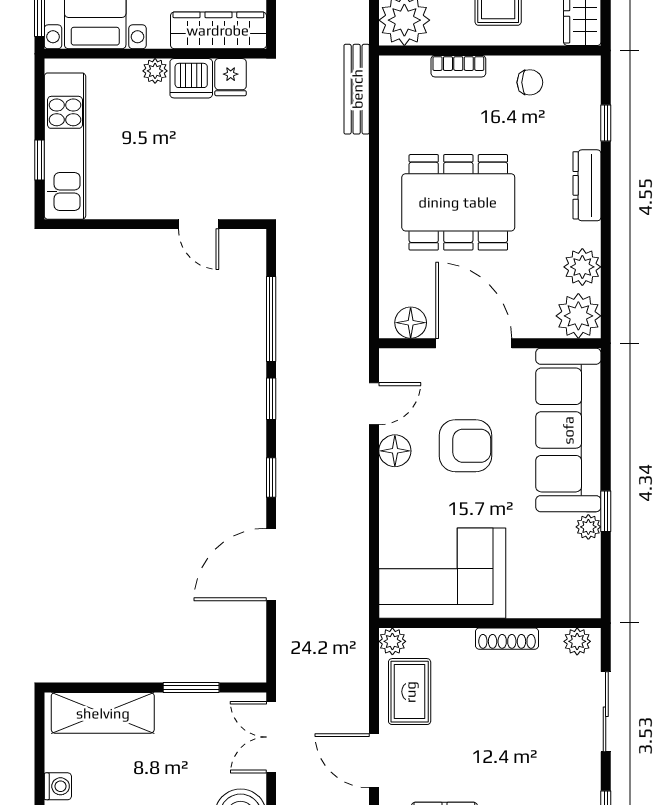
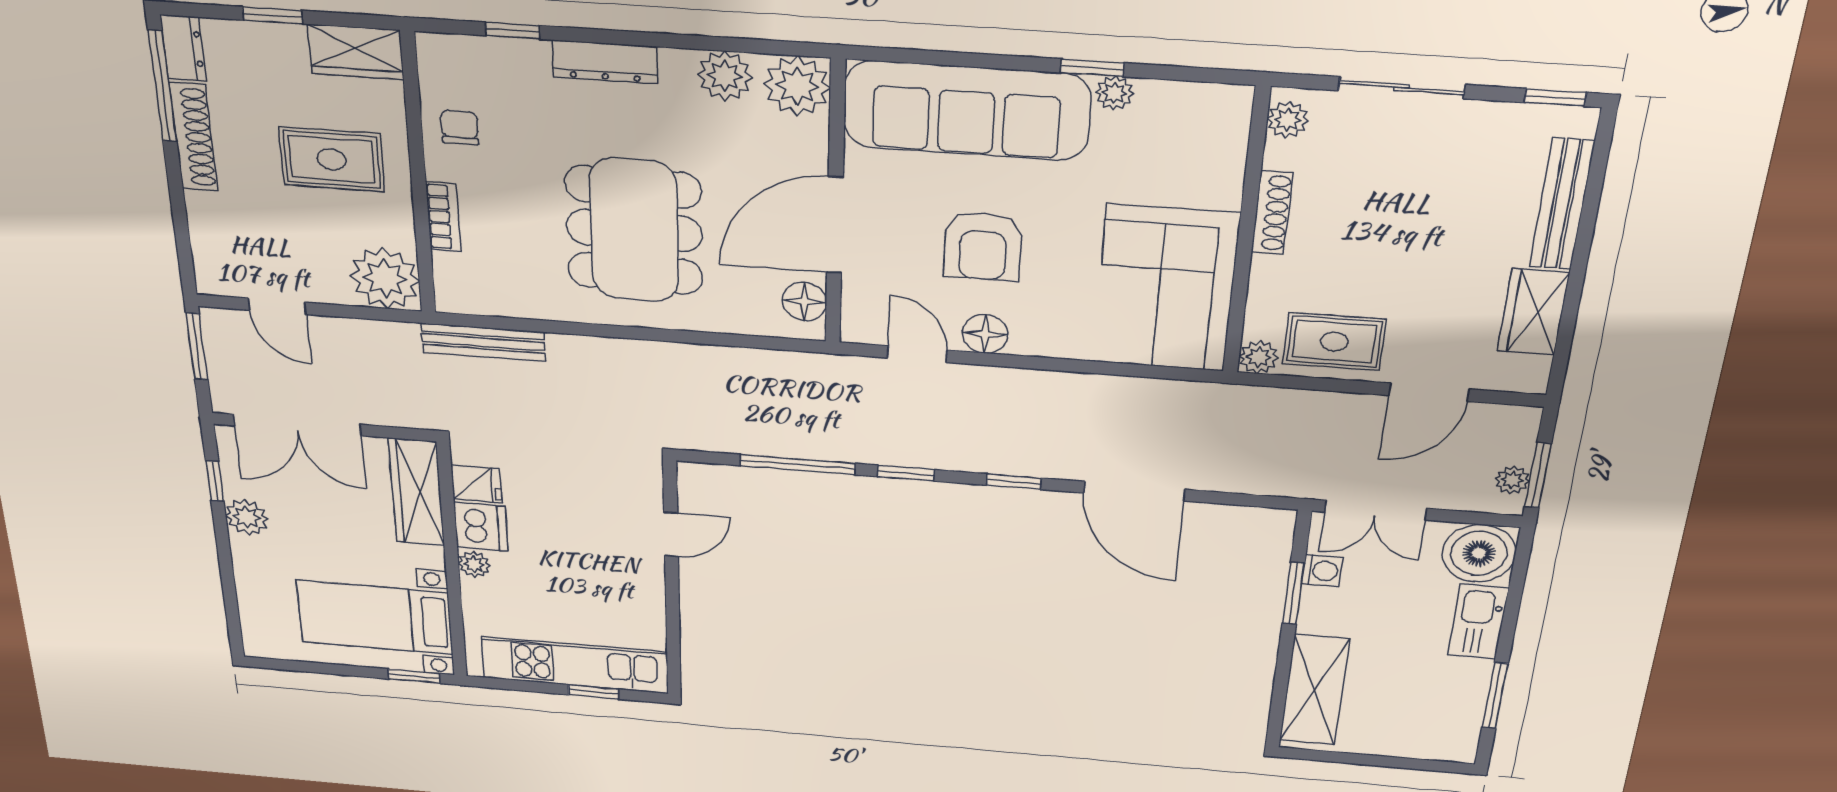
armchair: (466, 446) -> (983, 246), turned 180
washing machine: (58, 786) -> (1322, 571), moved, turned 90

